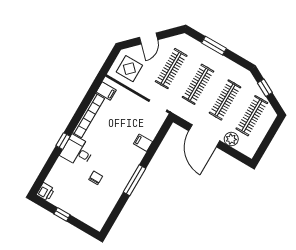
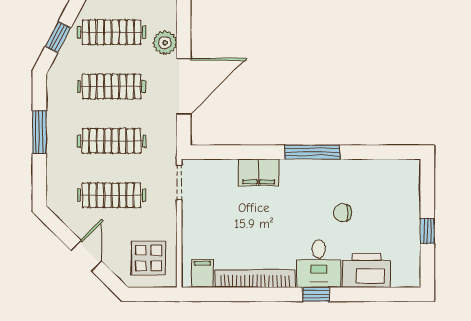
door: (149, 39) -> (86, 256), hinge flipped
window: (214, 46) -> (39, 132), moved
filing cabinet: (143, 143) -> (258, 172), width x2.00
printer: (46, 192) -> (366, 270), moved, width x1.87, depth x1.48

